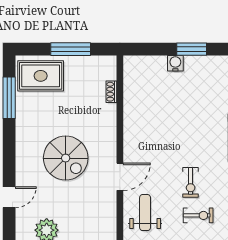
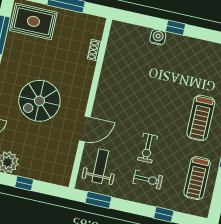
window: (192, 49) -> (175, 28), width x0.67
spiral stairs: (66, 158) -> (39, 101), turned 90

